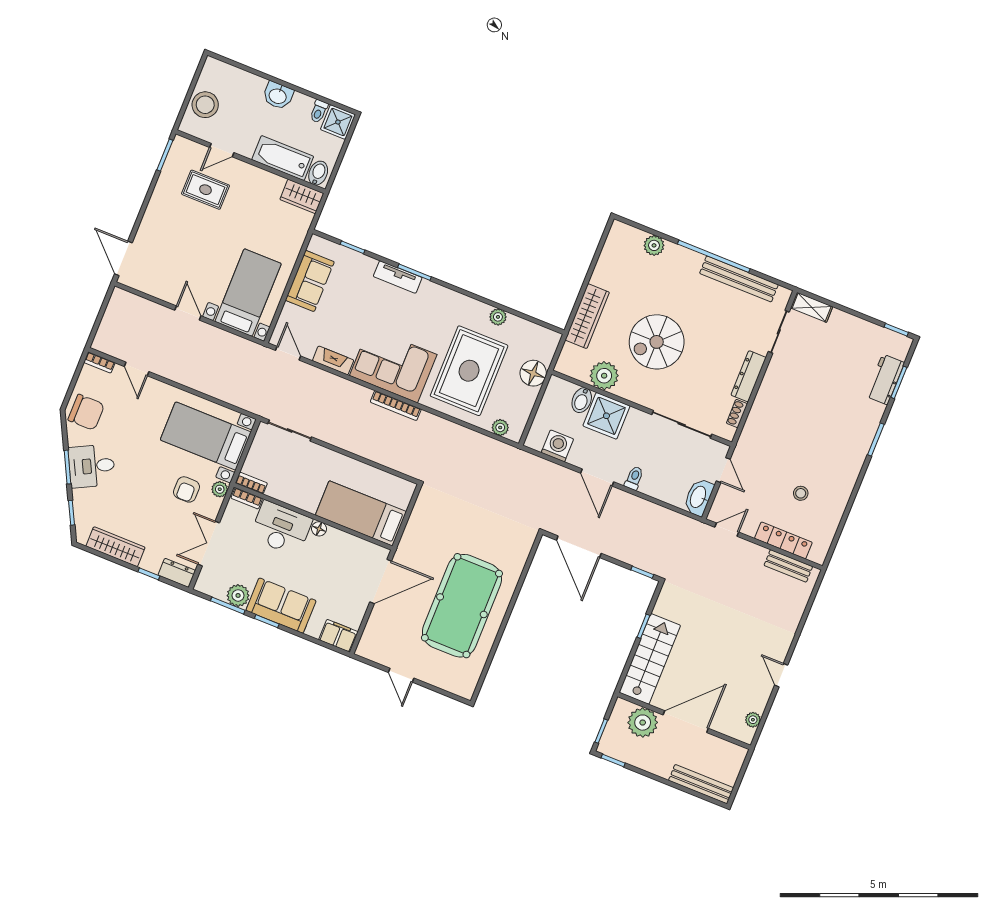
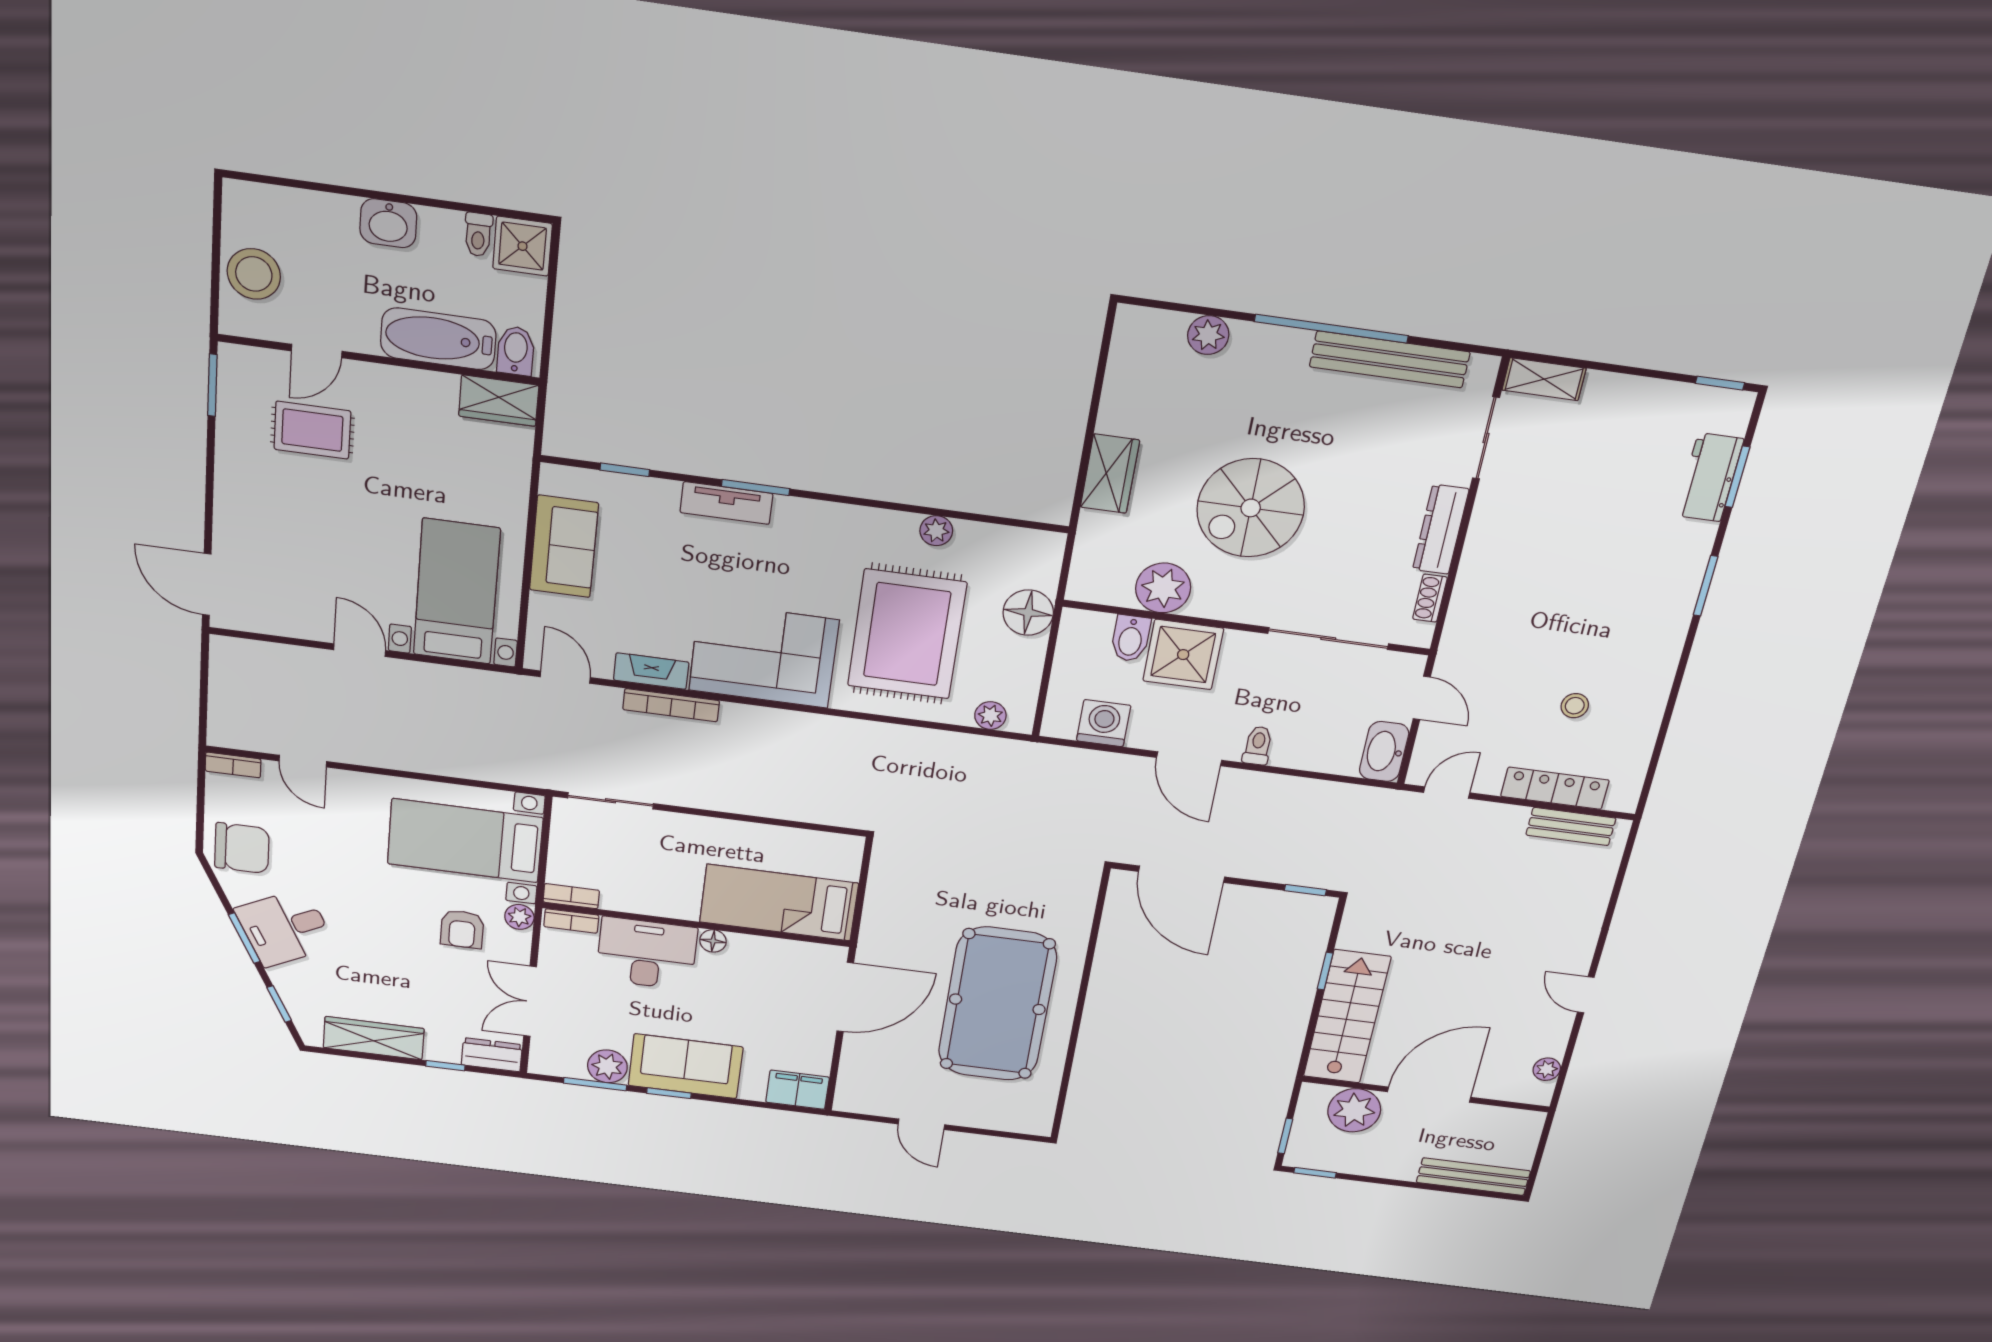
wardrobe: (587, 316) -> (1110, 474), width x0.67
bookcase: (396, 406) -> (671, 705), moved

